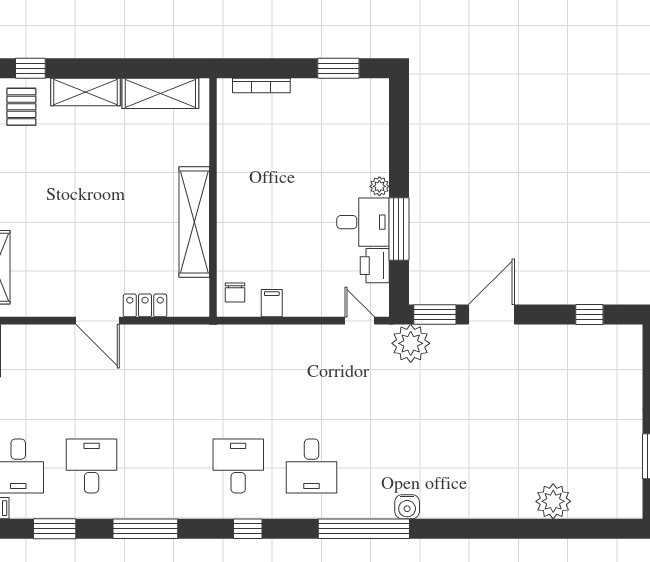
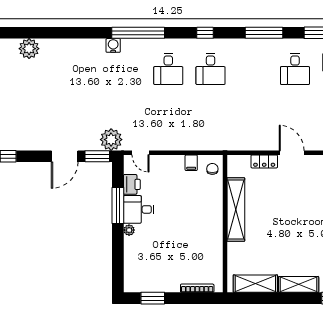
desk: (312, 466) -> (168, 69), turned 180

